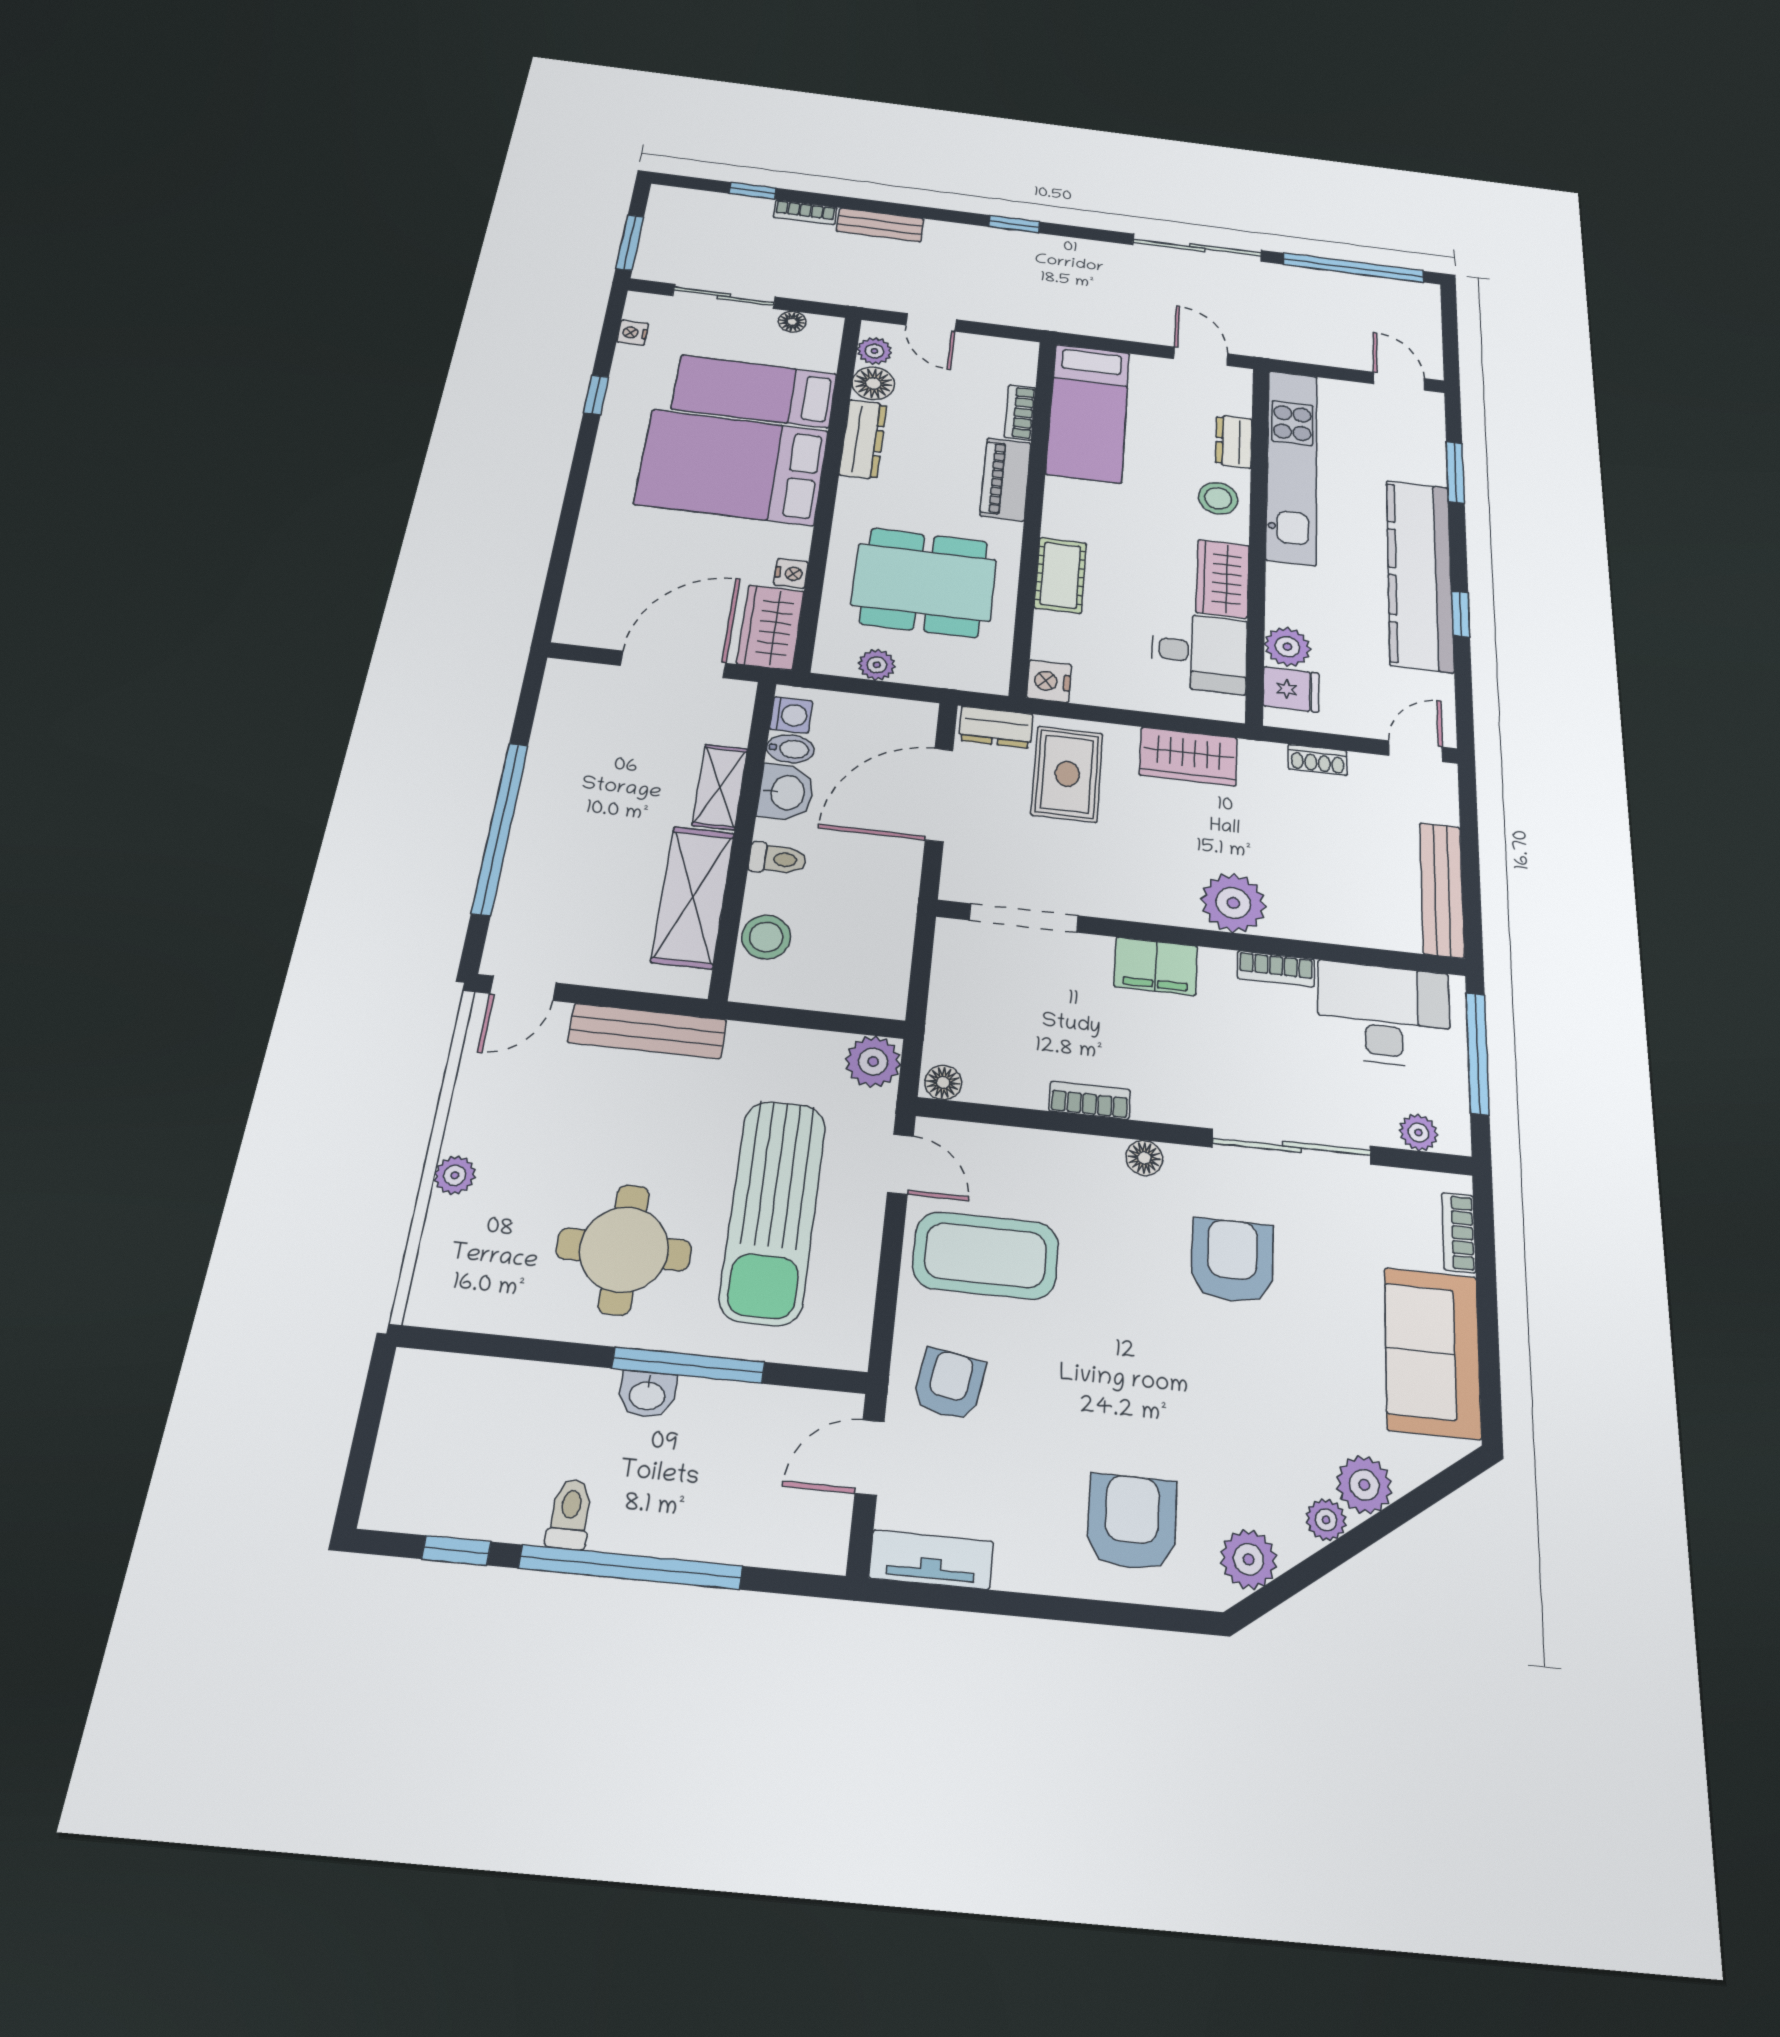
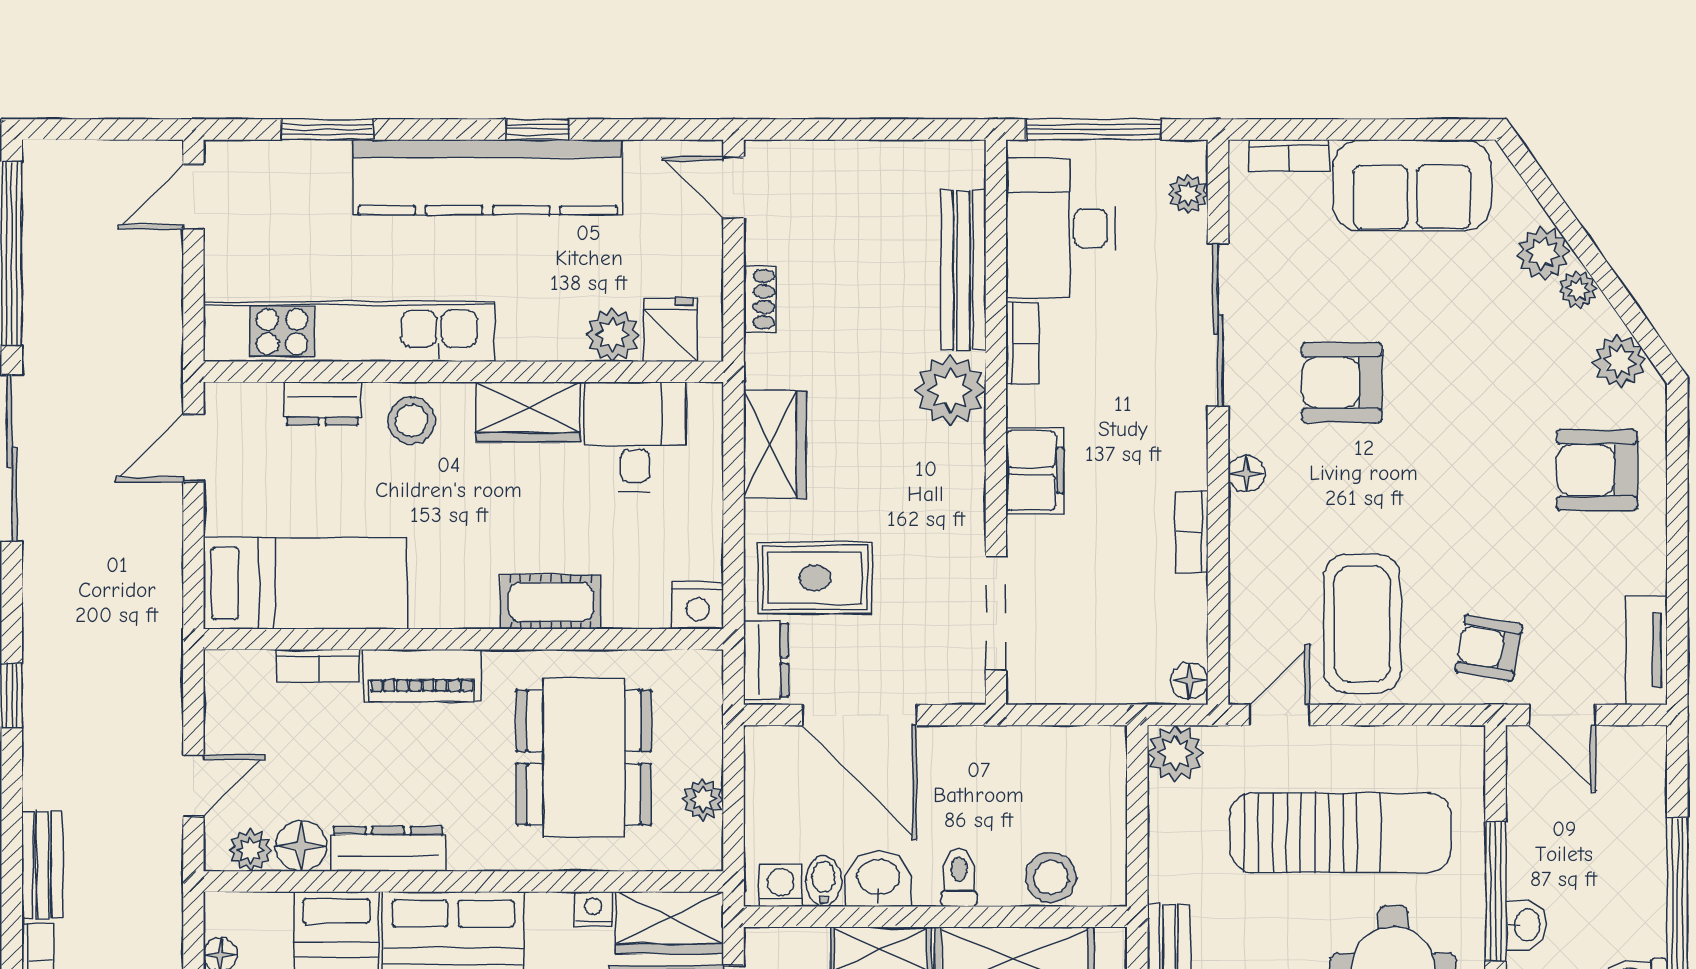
bench: (1442, 890) -> (963, 270), moved, turned 90

